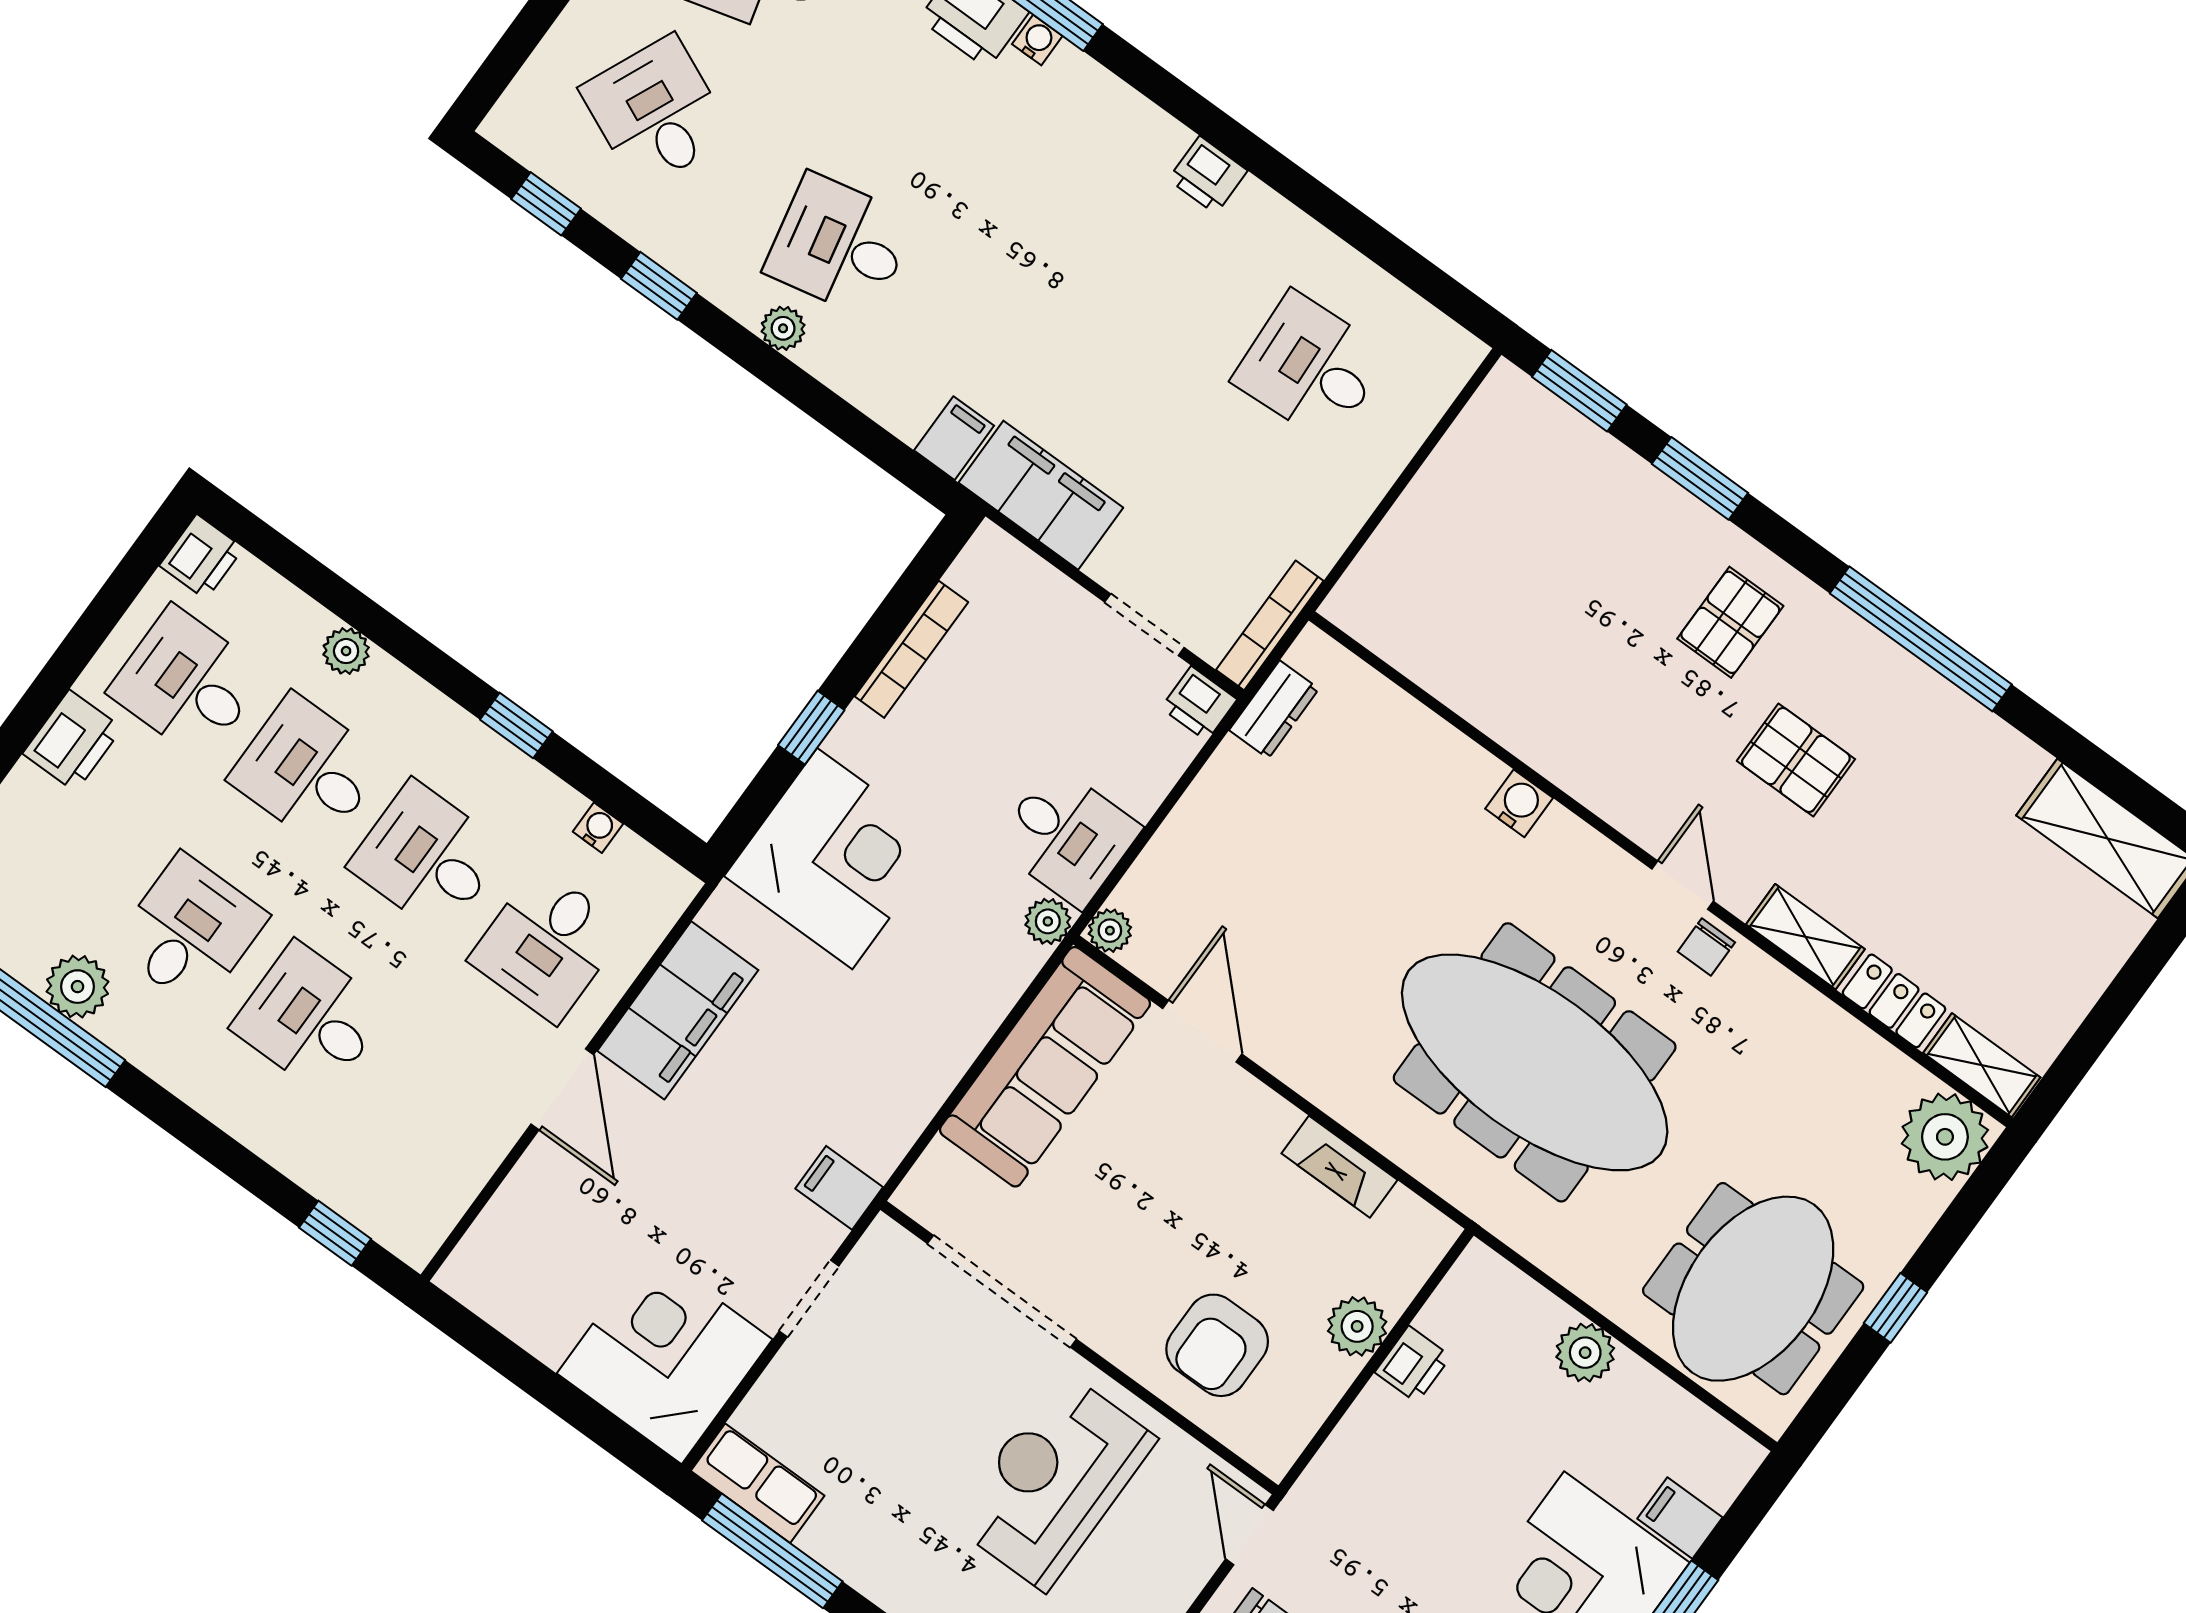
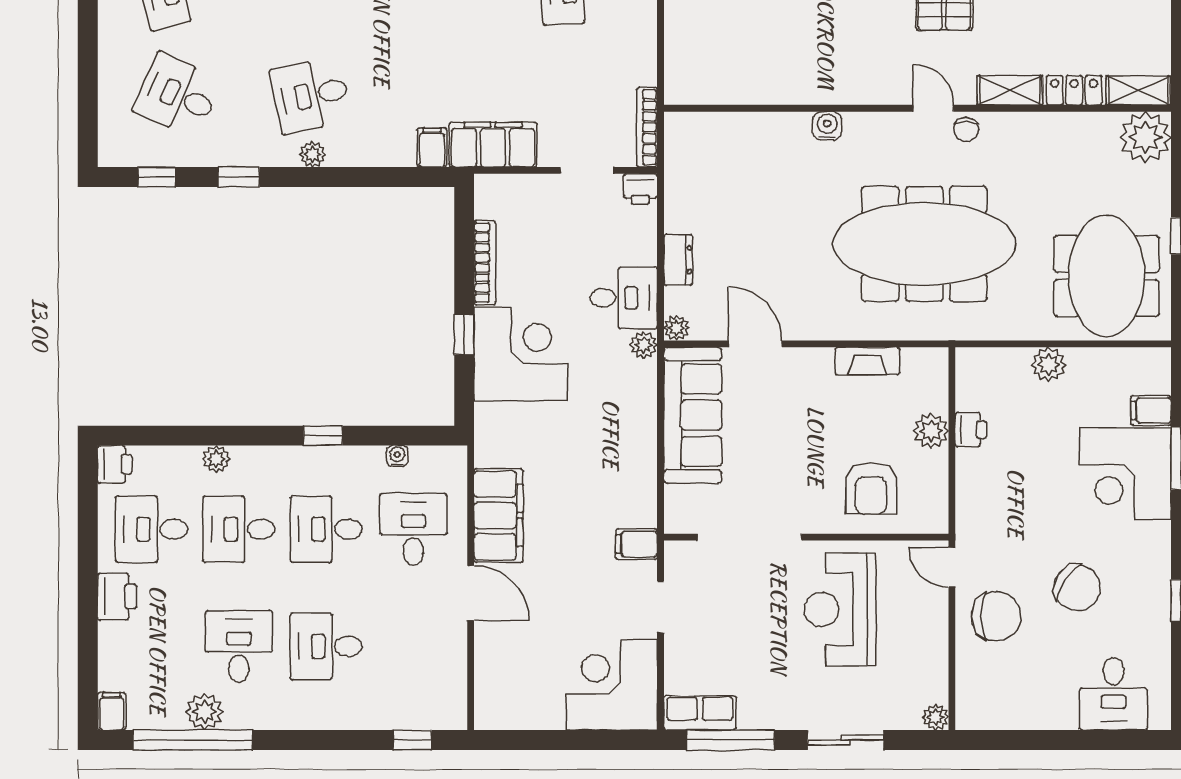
dresser: (1274, 709) -> (678, 260), moved
corner desk: (835, 859) -> (521, 354), moved
desk: (547, 945) -> (413, 529), turned 180

